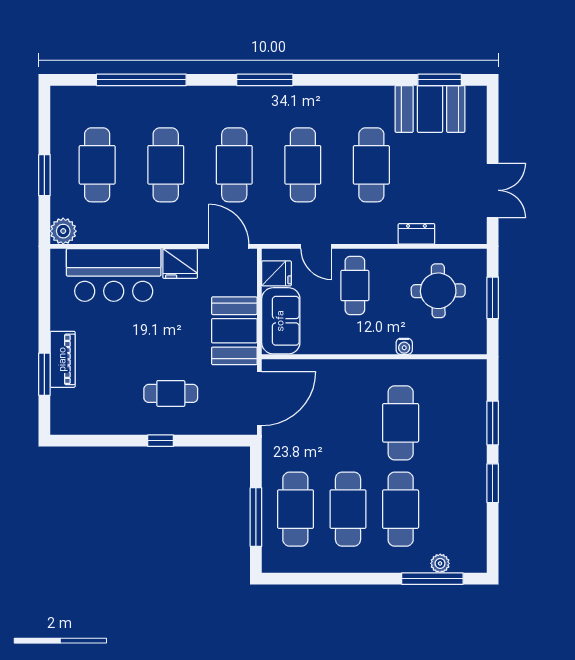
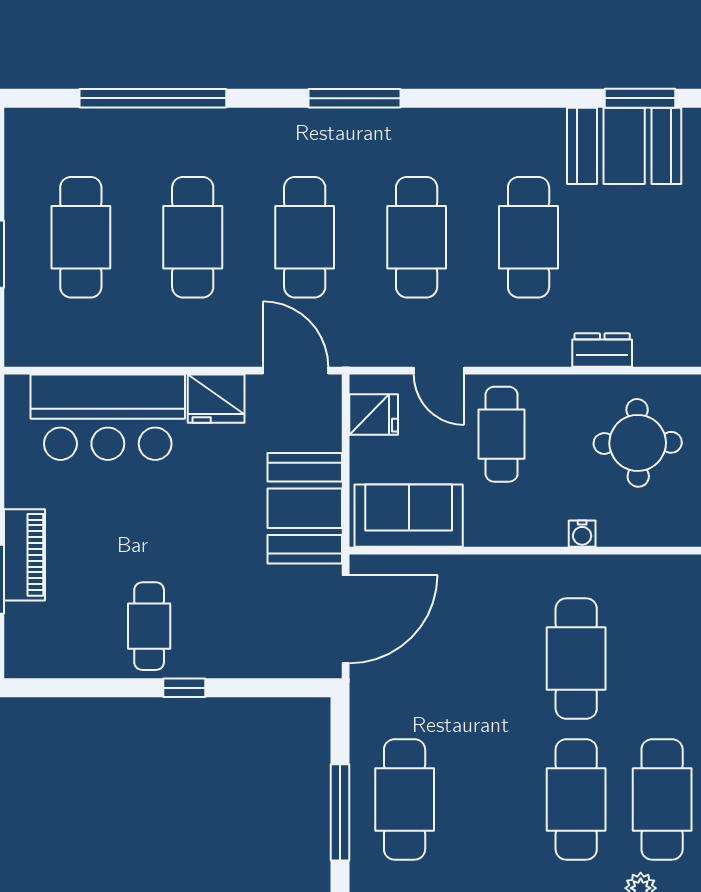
plant: (63, 231) -> (25, 345), removed
sofa: (281, 321) -> (409, 516), moved, turned -90
cafe table: (171, 393) -> (149, 626), moved, turned 90
cafe table: (348, 509) -> (662, 799), moved

